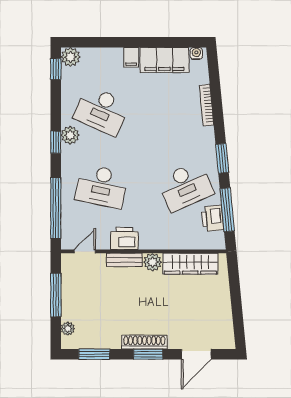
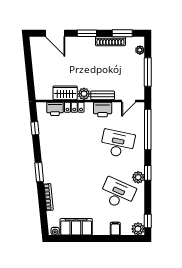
filing cabinet: (131, 57) -> (115, 229), moved
window: (222, 158) -> (39, 172), moved
desk: (185, 186) -> (62, 144), removed
window: (227, 210) -> (35, 128), width x0.46
printer: (213, 218) -> (55, 109), moved, turned 96
locker: (167, 242) -> (74, 107), added
wardrobe: (190, 264) -> (65, 93), width x0.67
shoe rack: (144, 342) -> (110, 41), moved
door: (196, 354) -> (55, 33), swing flipped

